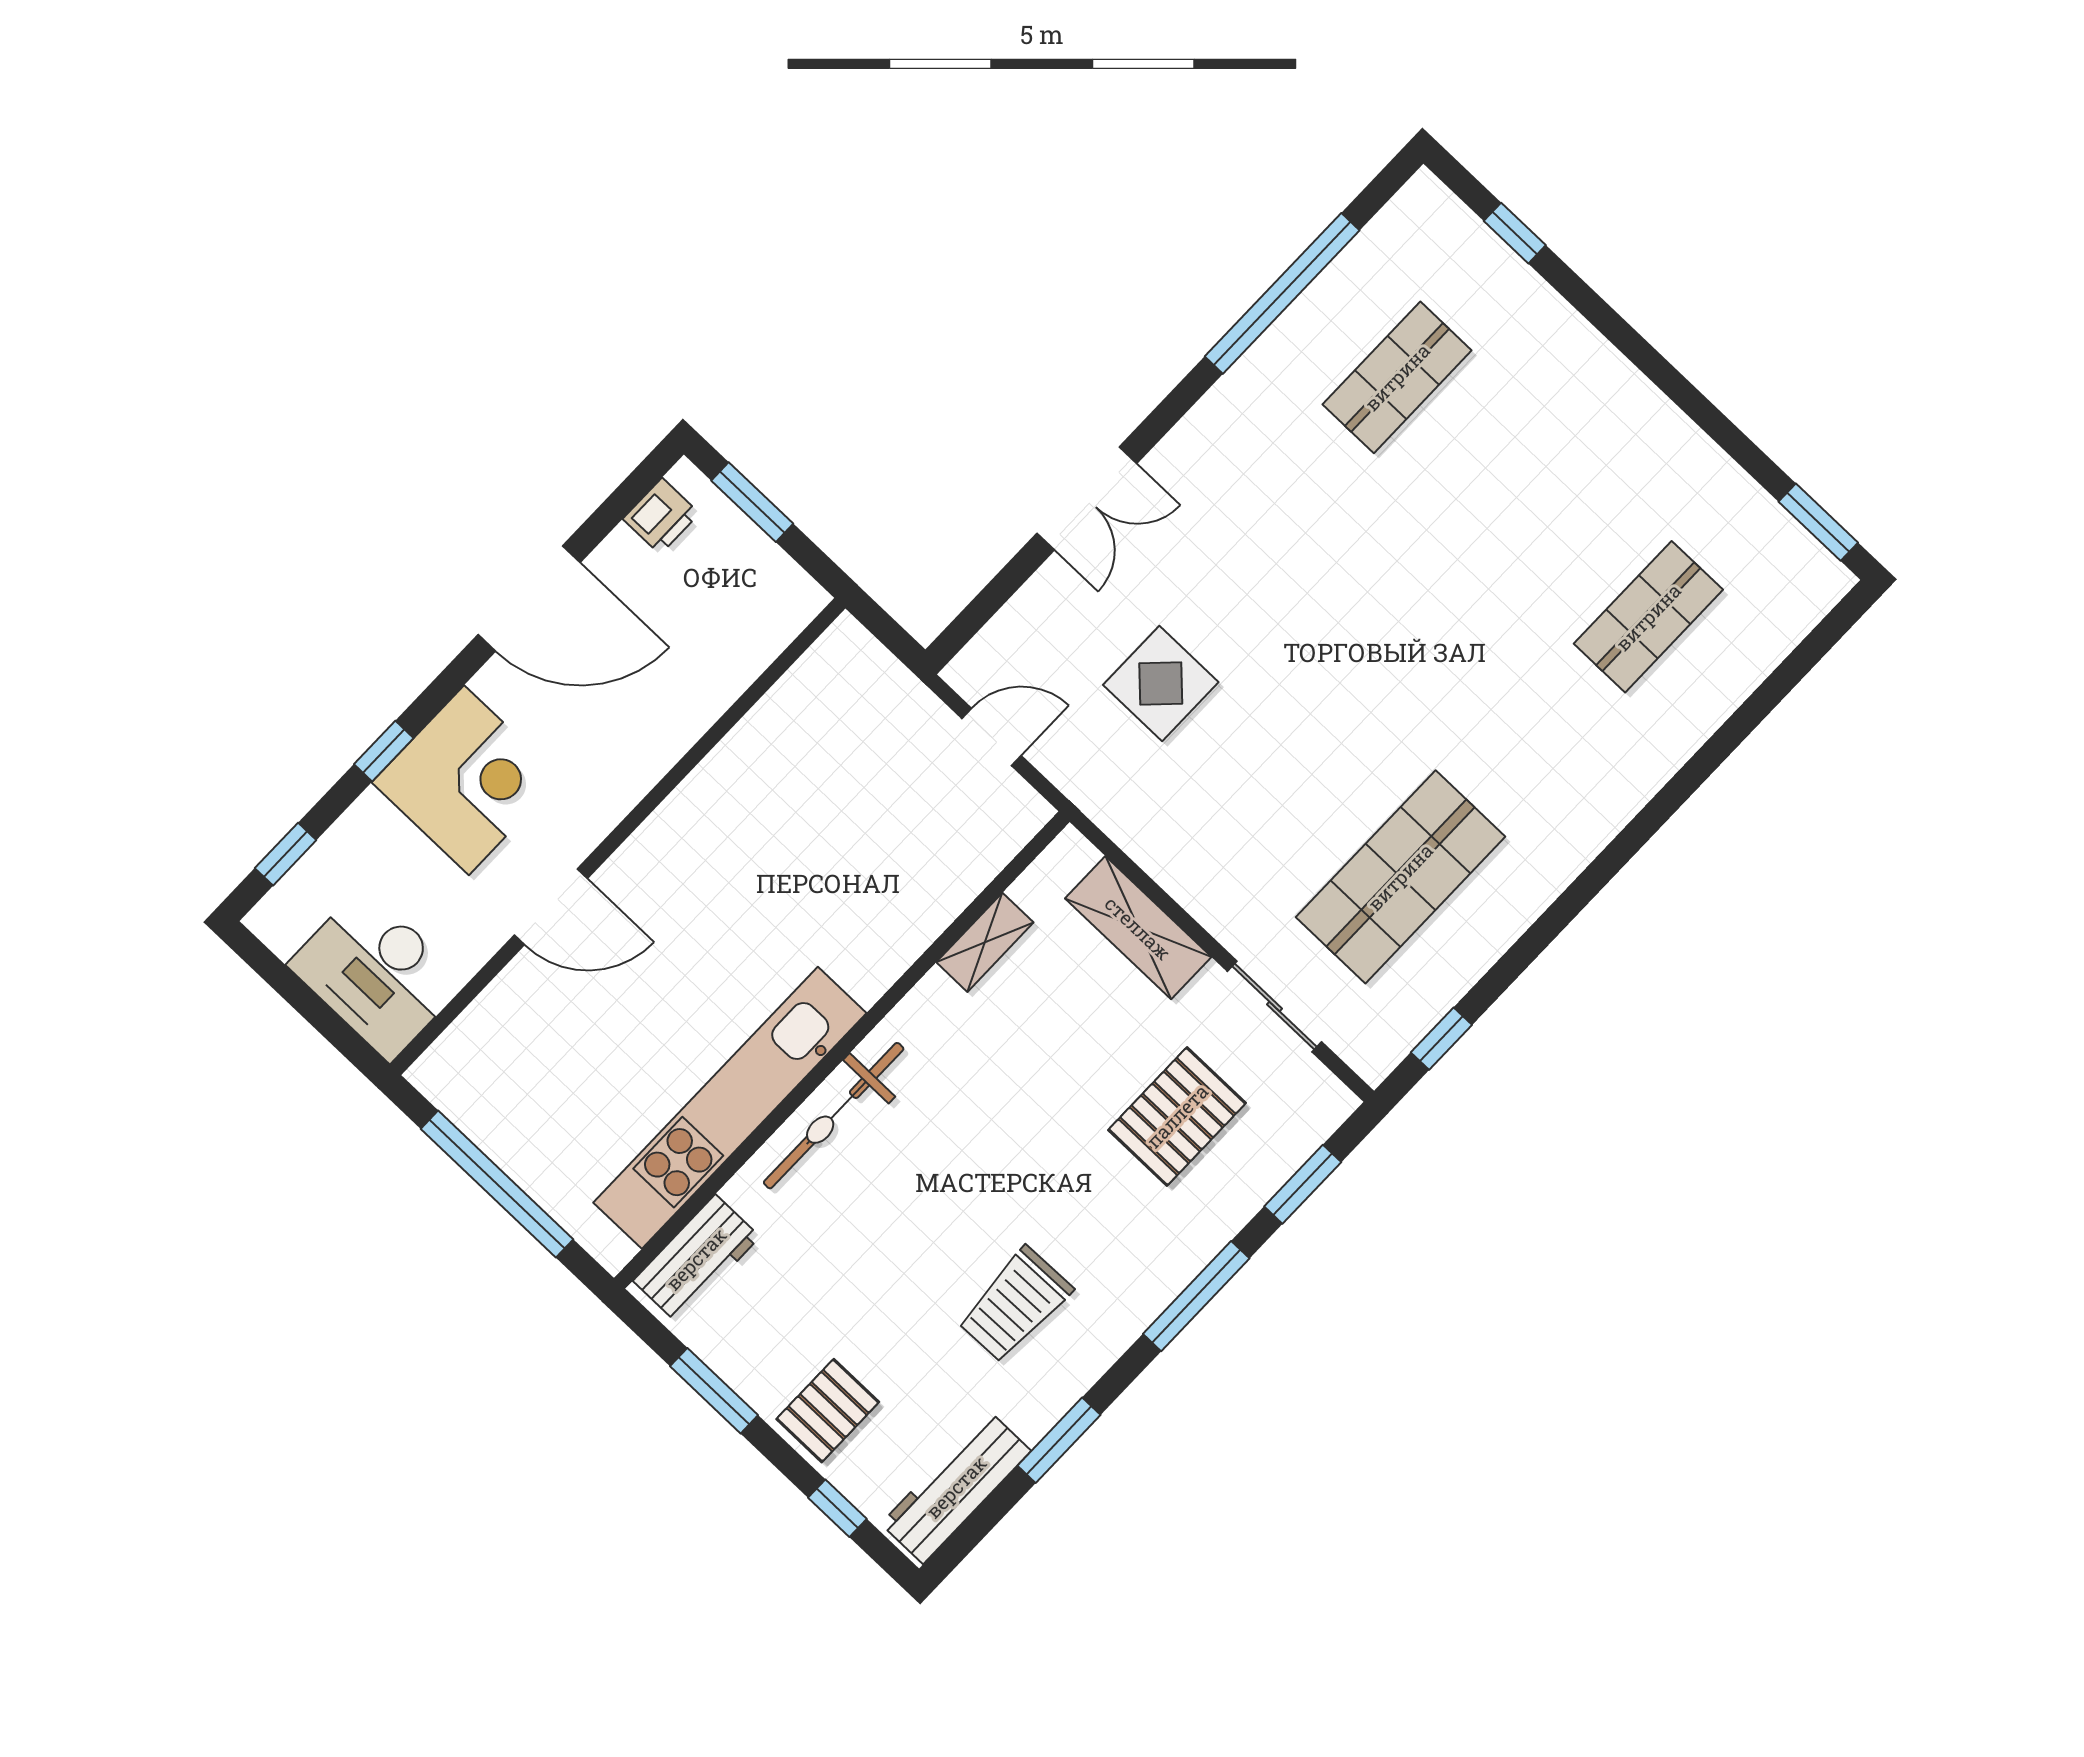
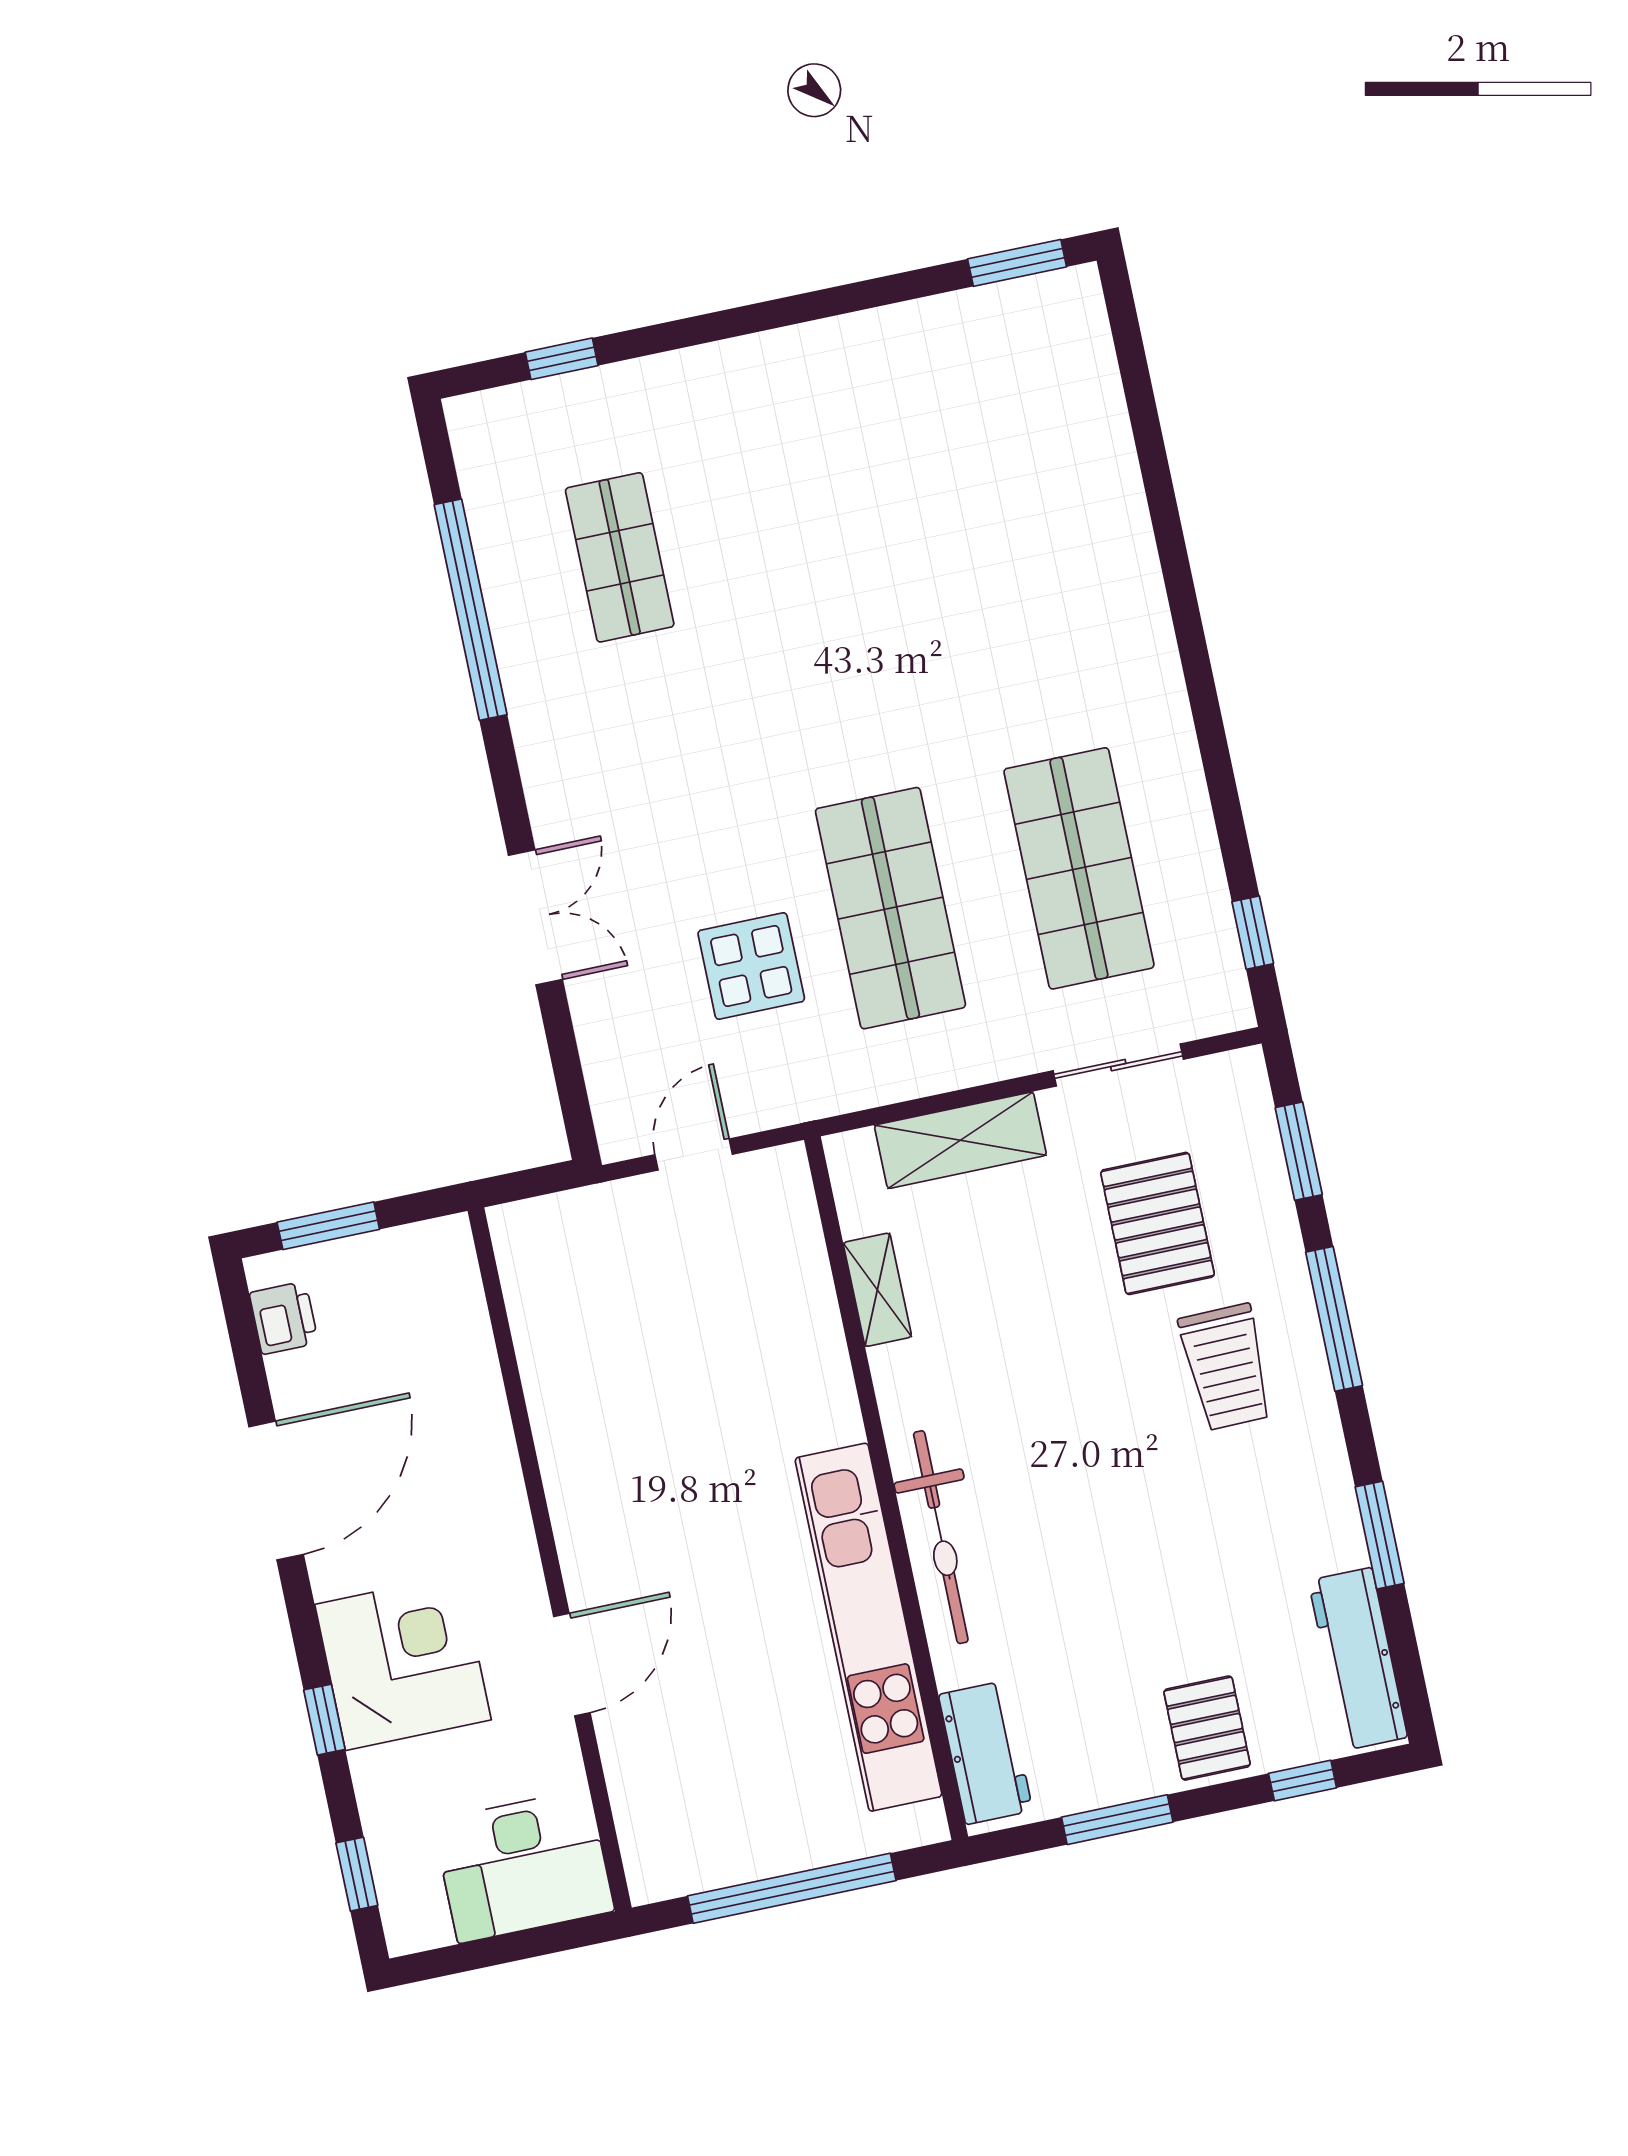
shop shelf: (1648, 617) -> (890, 908), moved, width x1.43, depth x1.36
trolley: (1015, 1305) -> (1226, 1367), moved

